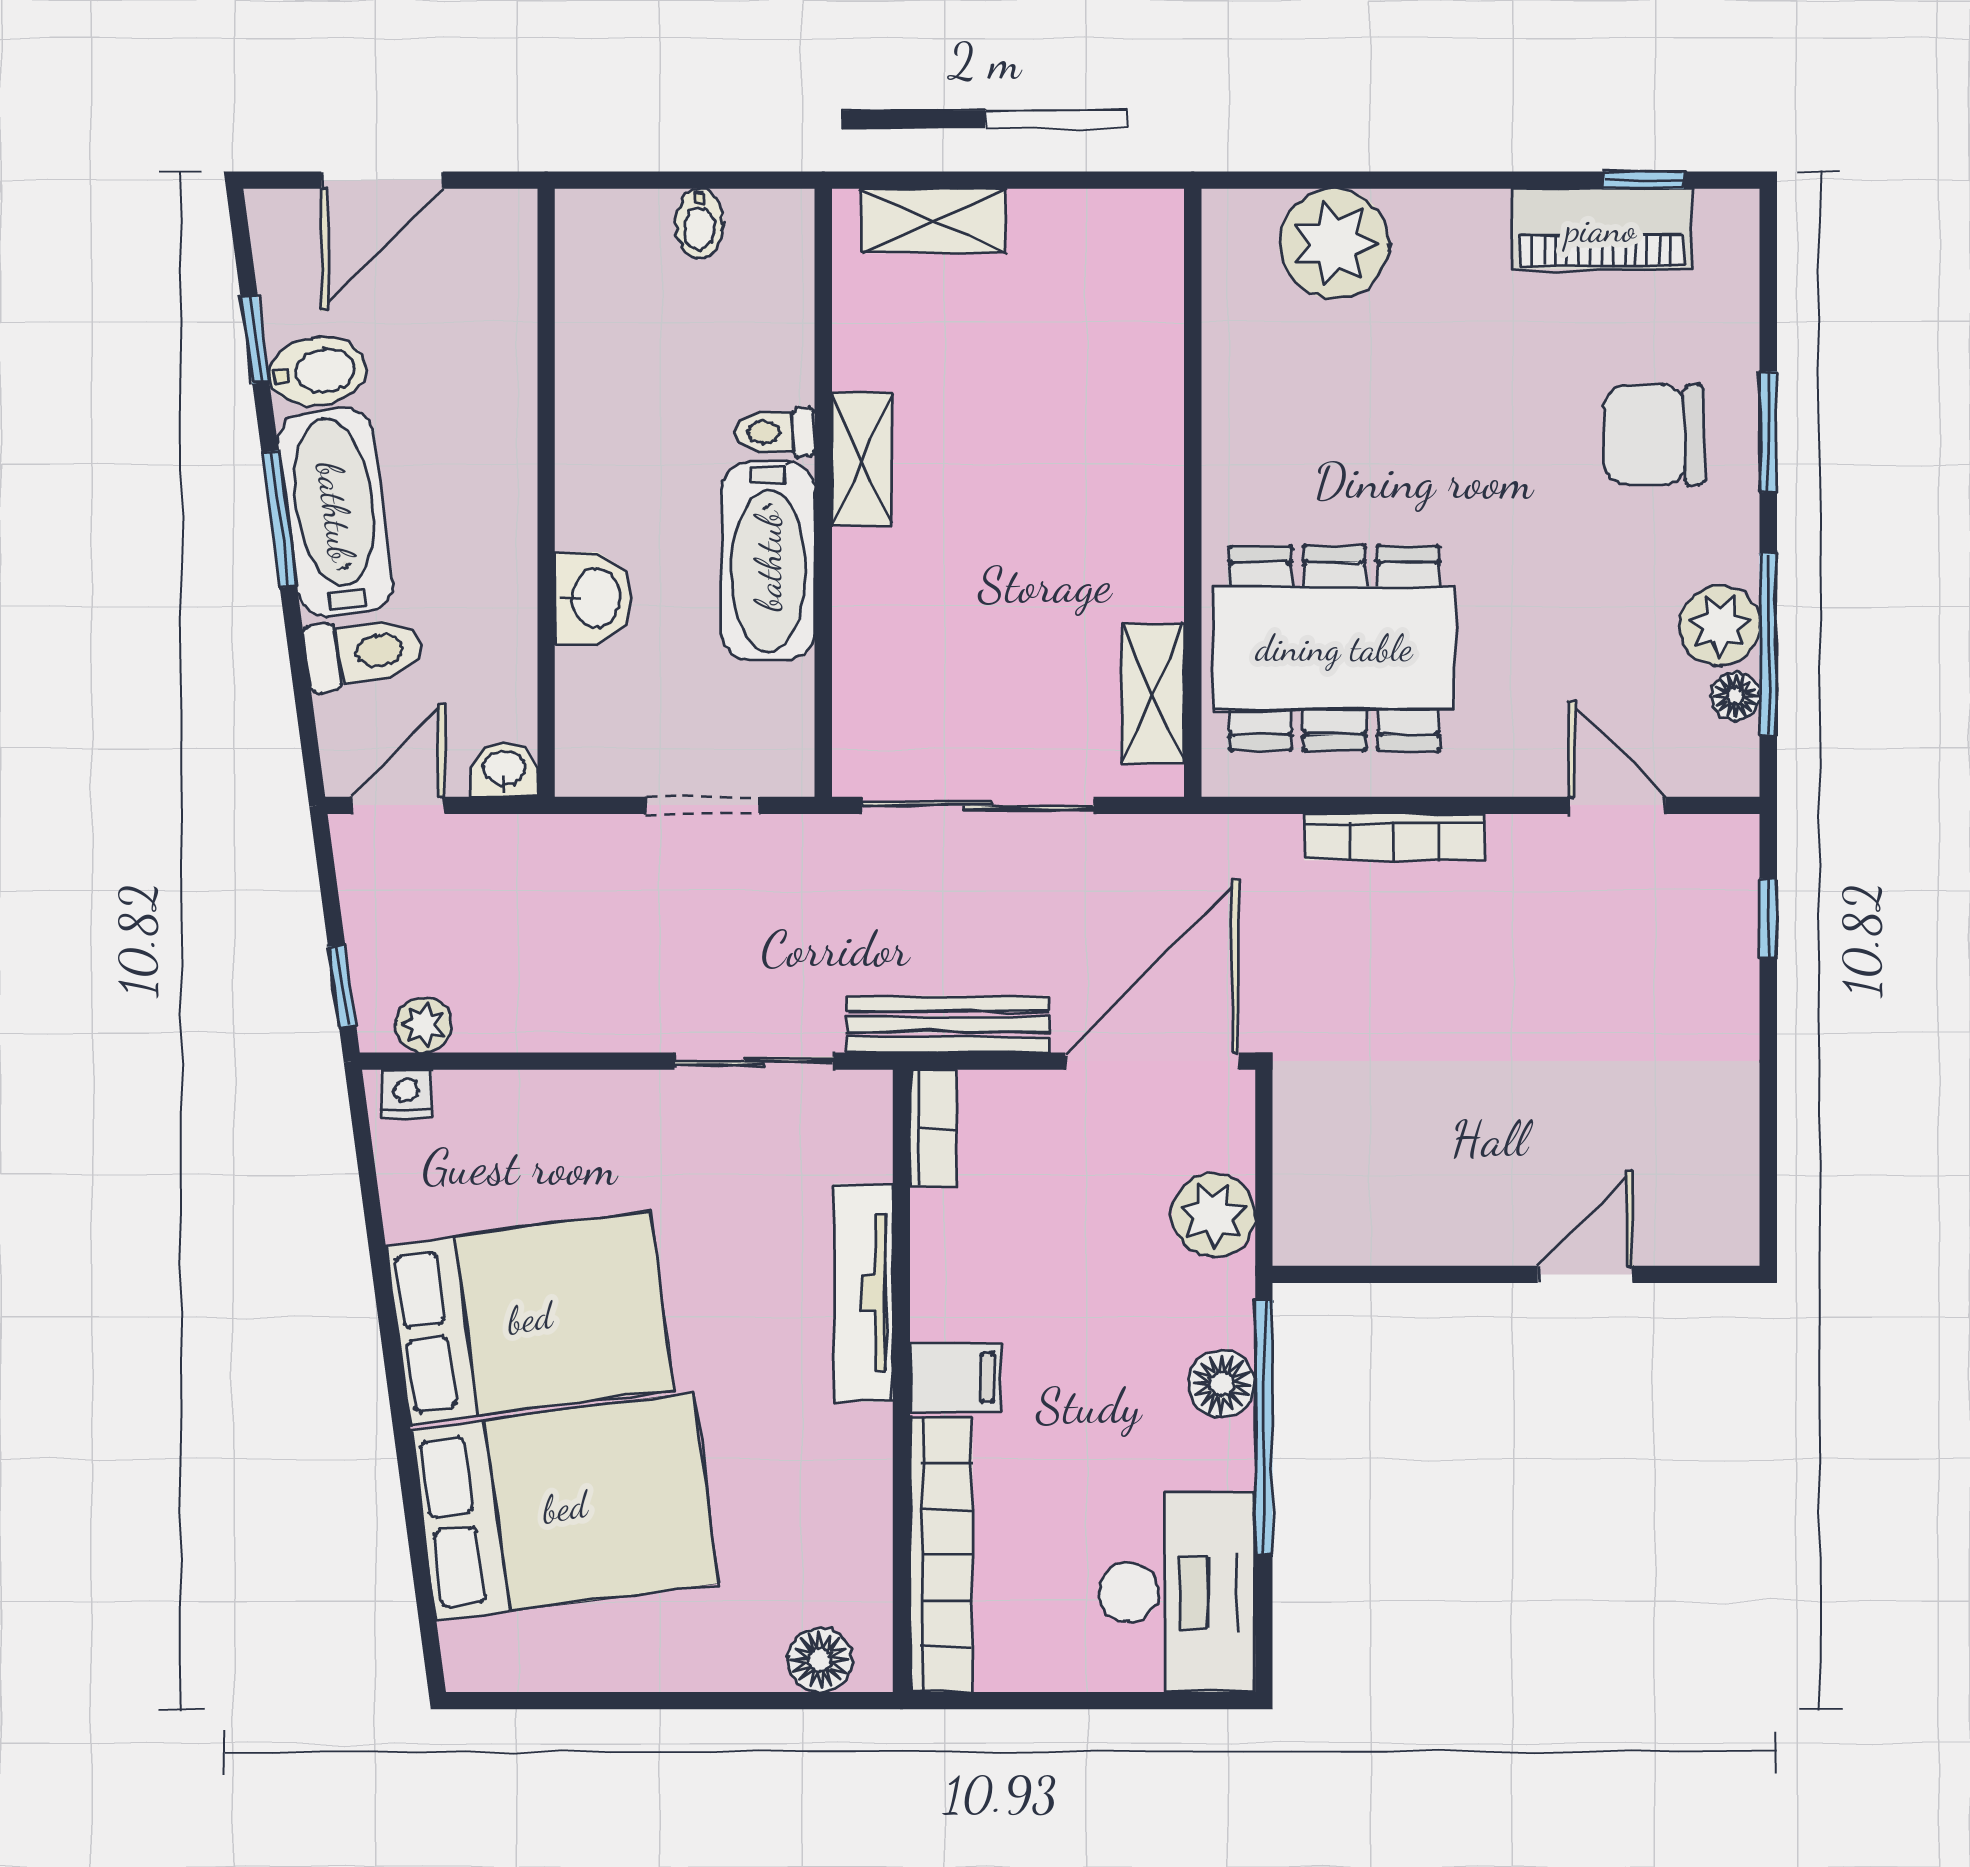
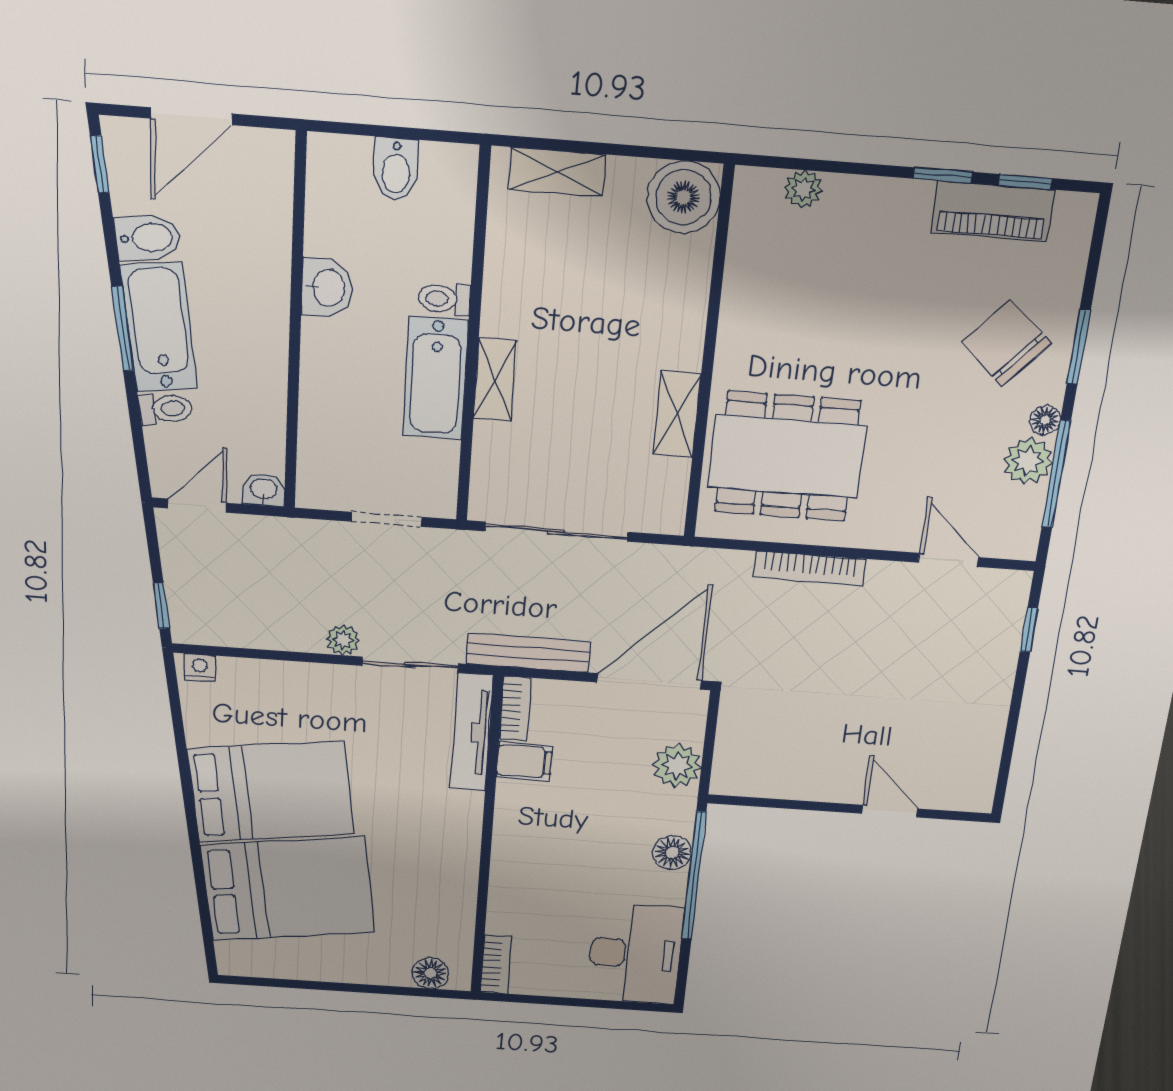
window: (1517, 180) -> (943, 175), added
bidet: (699, 223) -> (396, 169), width x1.38, depth x1.36
boiler: (1128, 244) -> (683, 197), added
plant: (1334, 244) -> (803, 189), width x0.53, depth x0.53
window: (255, 339) -> (100, 164), moved
chair: (1654, 435) -> (1006, 343), turned 41
shelving: (862, 459) -> (495, 379), moved
washbasin: (594, 598) -> (327, 288), moved
toilet: (364, 653) -> (166, 409), width x0.73, depth x0.72
shelving: (1153, 694) -> (677, 414), moved
floor lamp: (1735, 696) -> (1045, 420), moved
plant: (424, 1025) -> (343, 640), moved
door: (1585, 1274) -> (890, 811), hinge flipped
tv unit: (863, 1293) -> (472, 732), moved
filing cabinet: (956, 1378) -> (524, 761), moved
bookcase: (941, 1555) -> (496, 964), width x0.43, depth x0.76

